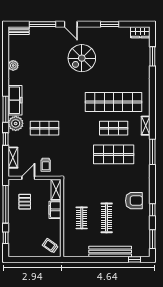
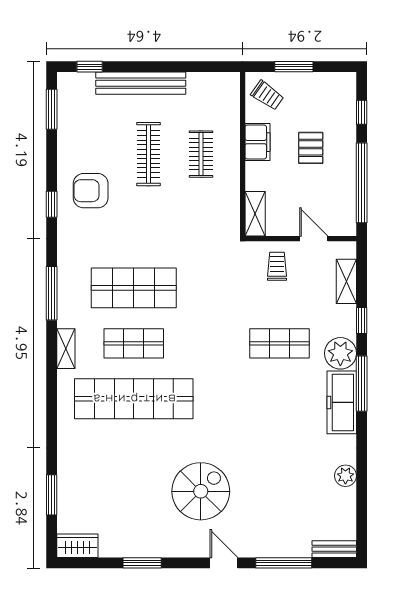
door: (28, 178) -> (314, 239), swing flipped
pallet: (25, 202) -> (311, 148), moved
filing cabinet: (55, 210) -> (257, 142), moved
window: (152, 210) -> (52, 204), moved
window: (38, 259) -> (294, 67), added

